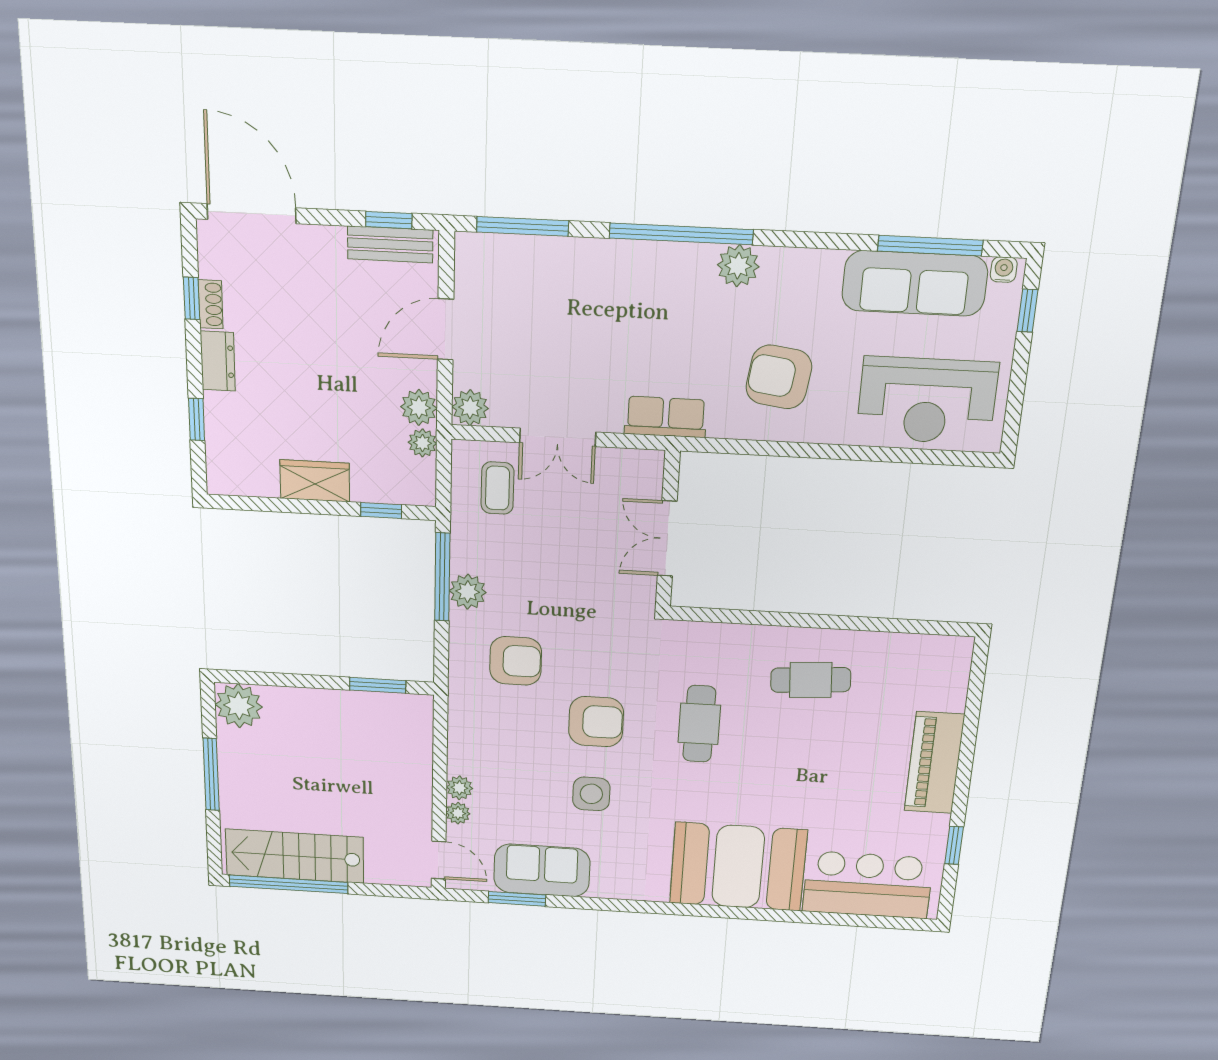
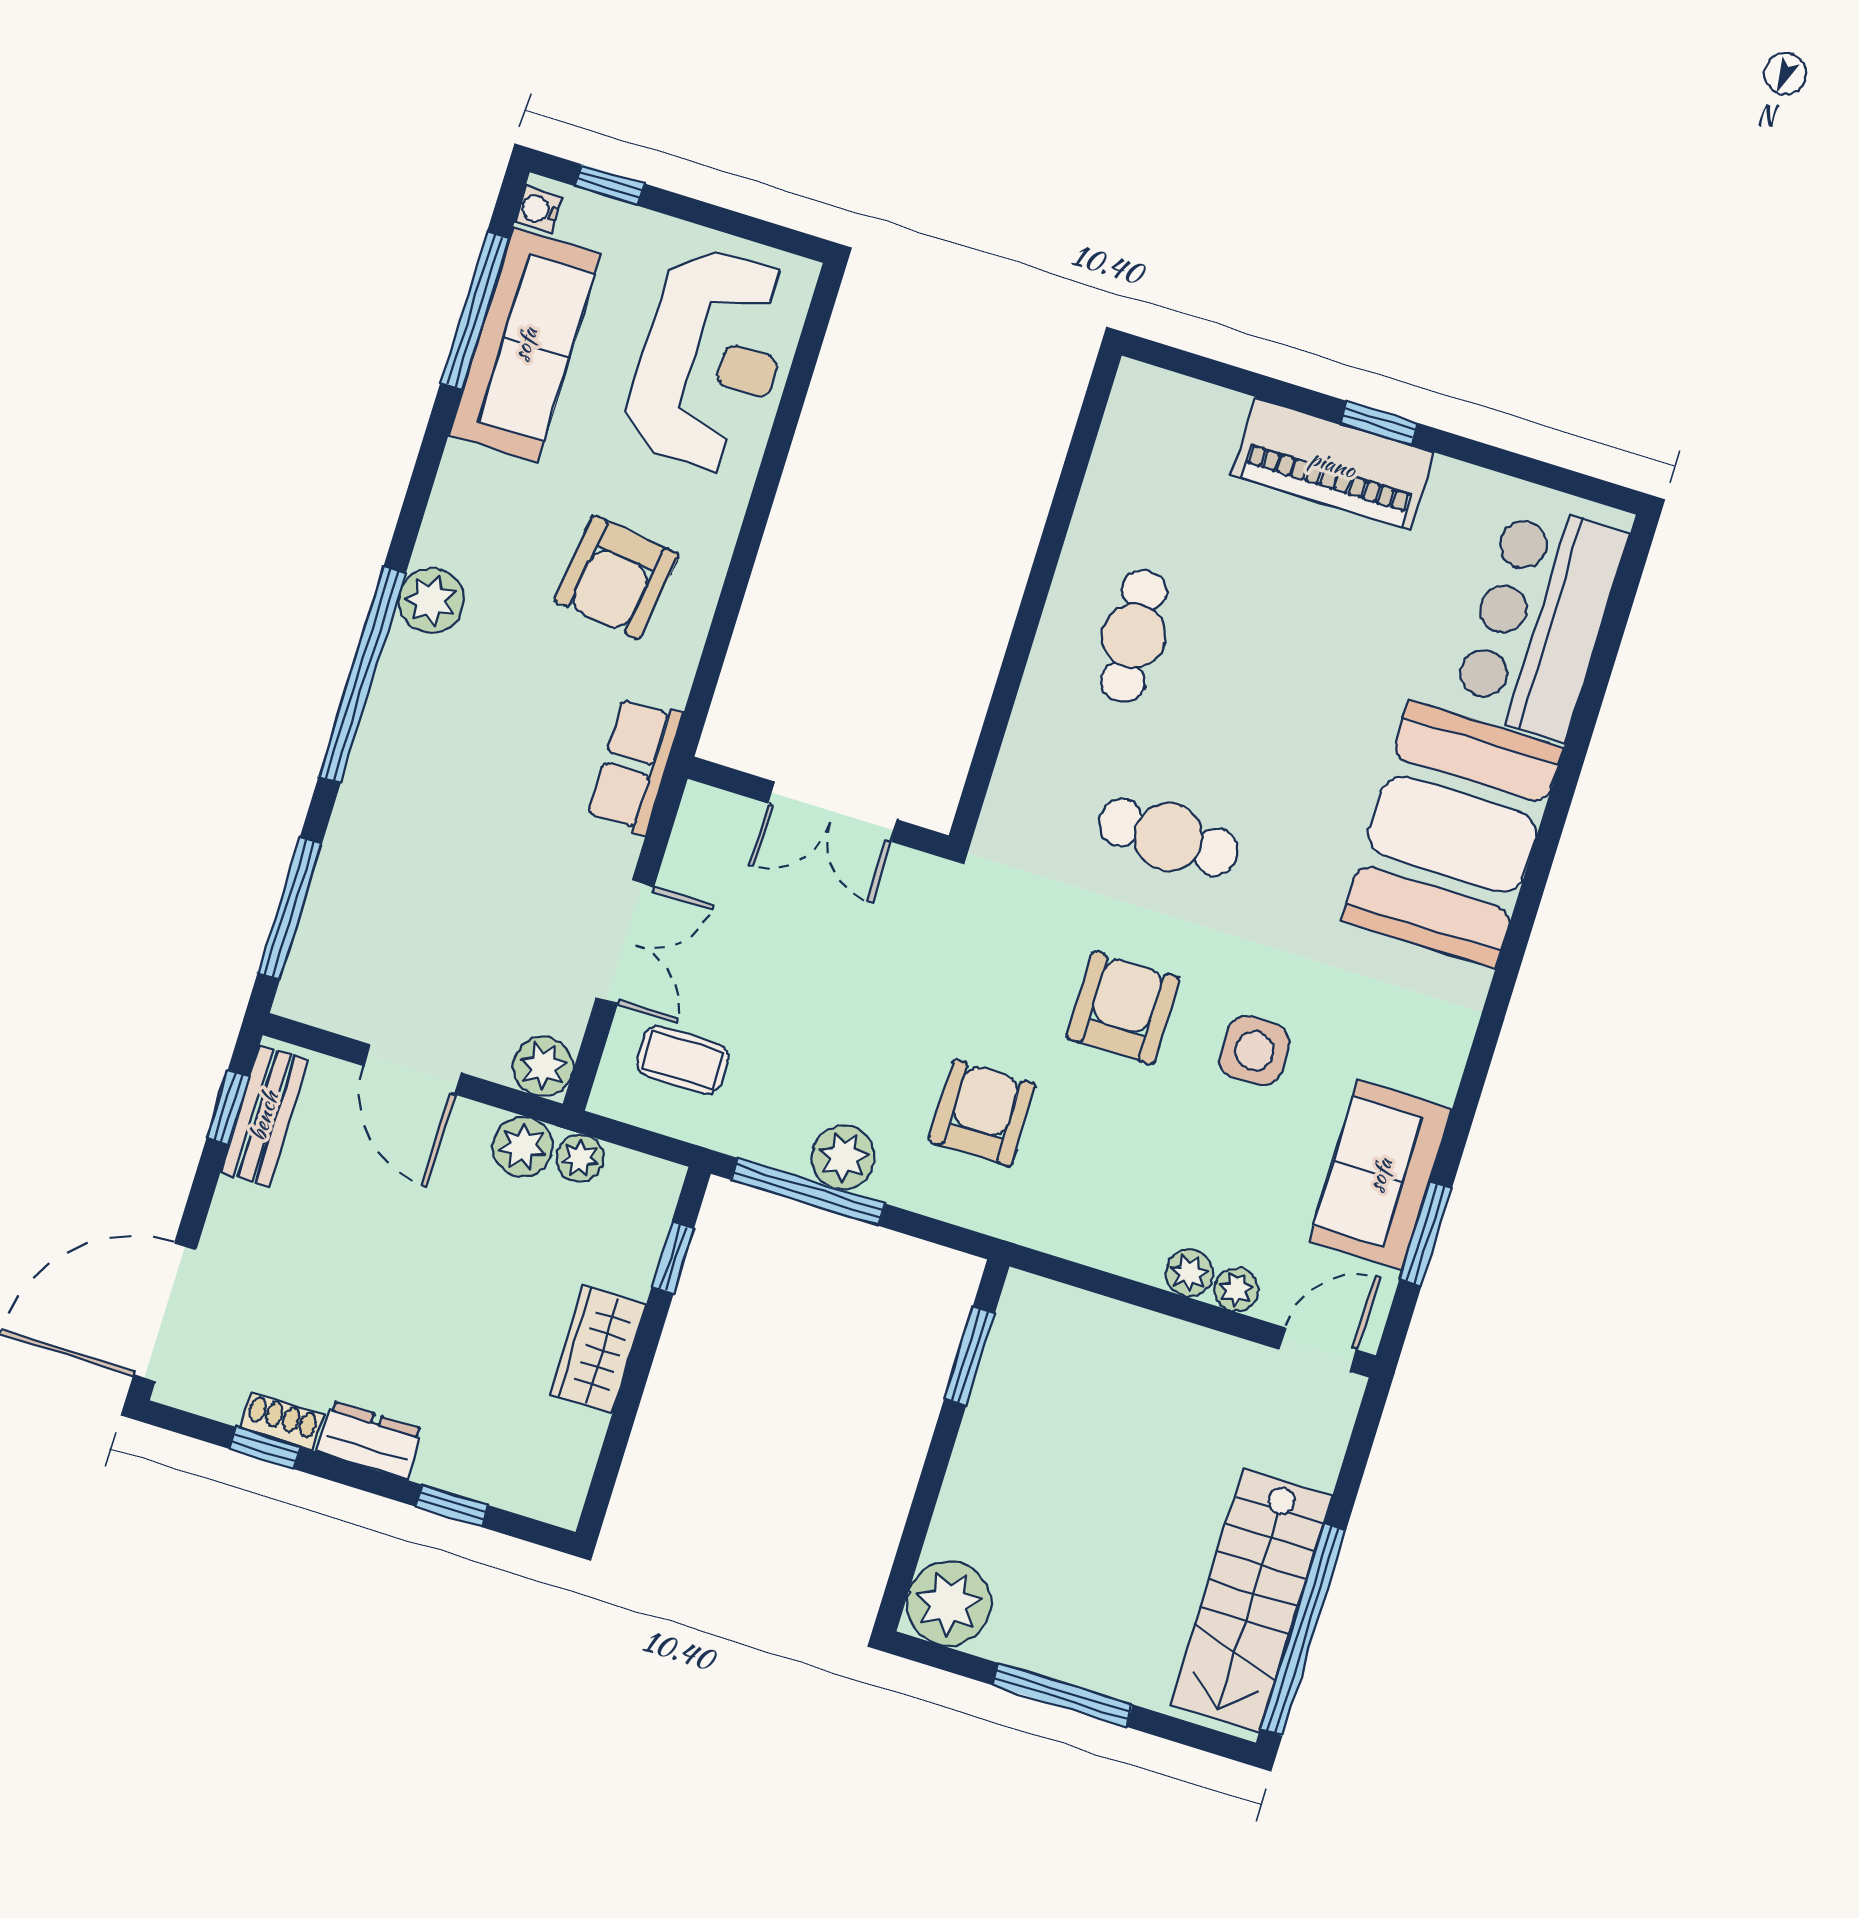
window: (954, 845) -> (1379, 423), moved

